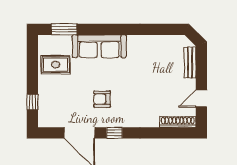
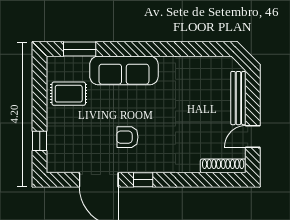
bench: (190, 62) -> (238, 98), width x1.36

